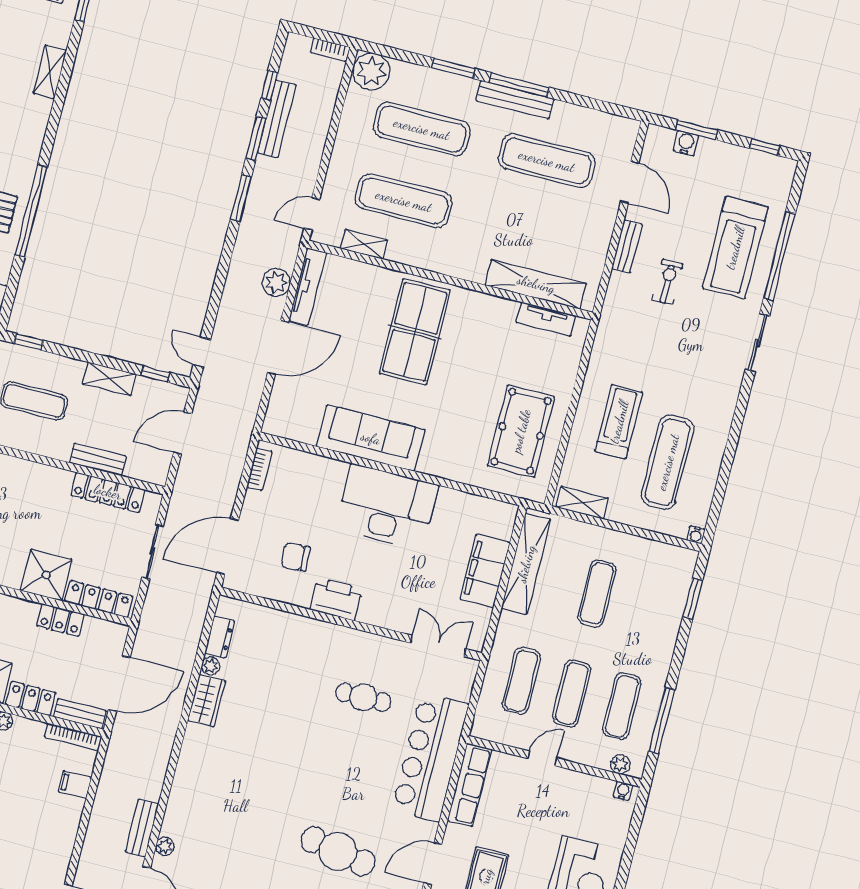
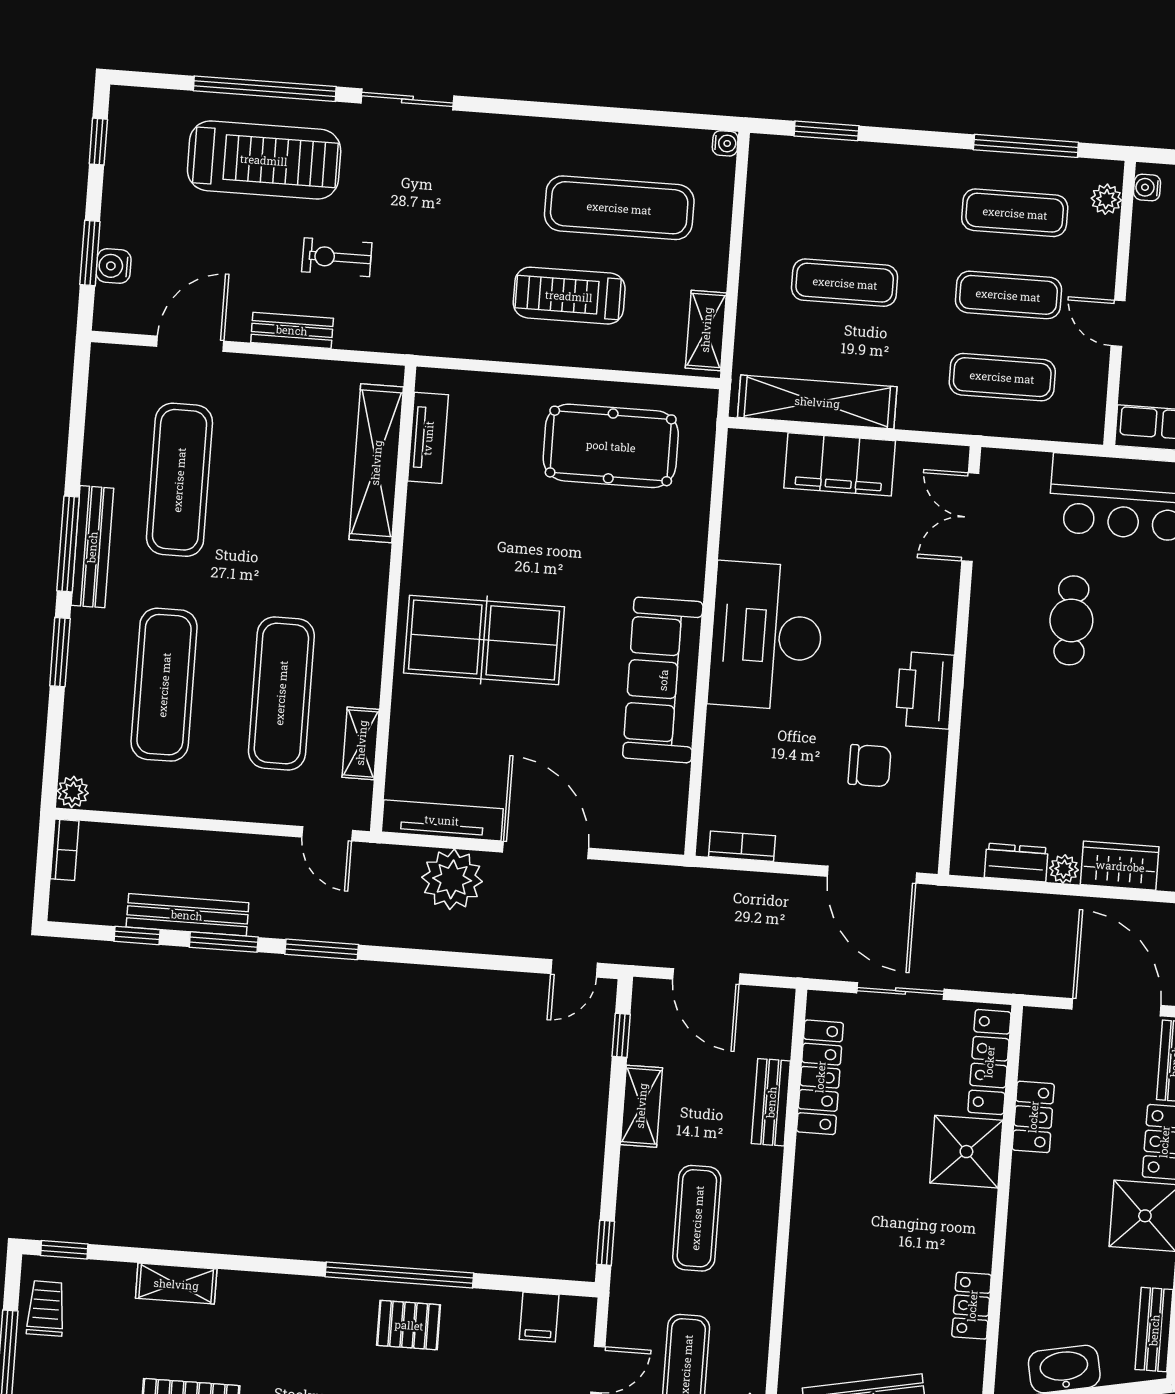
plant: (371, 72) -> (73, 792), width x0.53, depth x0.53
plant: (276, 283) -> (452, 879), width x1.36, depth x1.36
chair: (295, 557) -> (870, 766), turned -87

